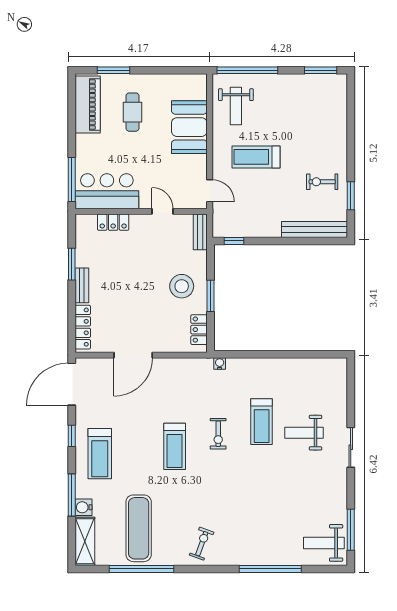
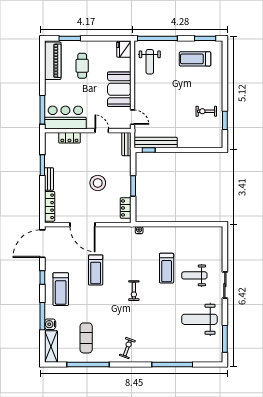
fridge: (196, 87) -> (124, 49), added
booth: (189, 127) -> (119, 89), moved
treadmill: (256, 157) -> (195, 59), moved
bench: (315, 229) -> (156, 142), moved
stool: (182, 286) -> (98, 183), moved
door: (133, 355) -> (83, 225), hinge flipped
exercise bike: (218, 434) -> (134, 291), moved
treadmill: (175, 446) -> (96, 270), moved
exercise mat: (139, 528) -> (86, 338), width x0.73, depth x0.69
weight bench: (324, 543) -> (199, 319), moved, width x1.36, depth x1.33

